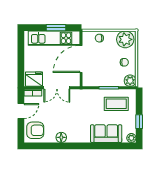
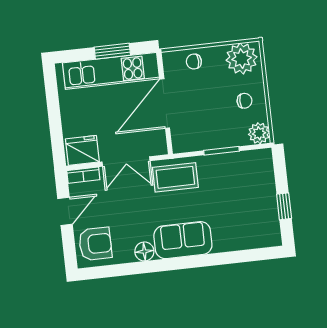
coffee table: (116, 104) -> (175, 177), moved
sofa: (106, 134) -> (183, 240), moved
plant: (131, 138) -> (273, 238), removed

